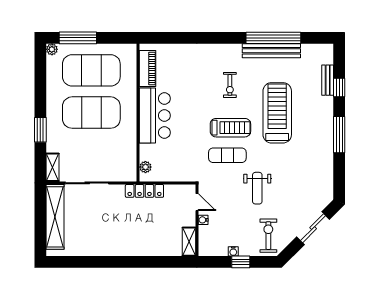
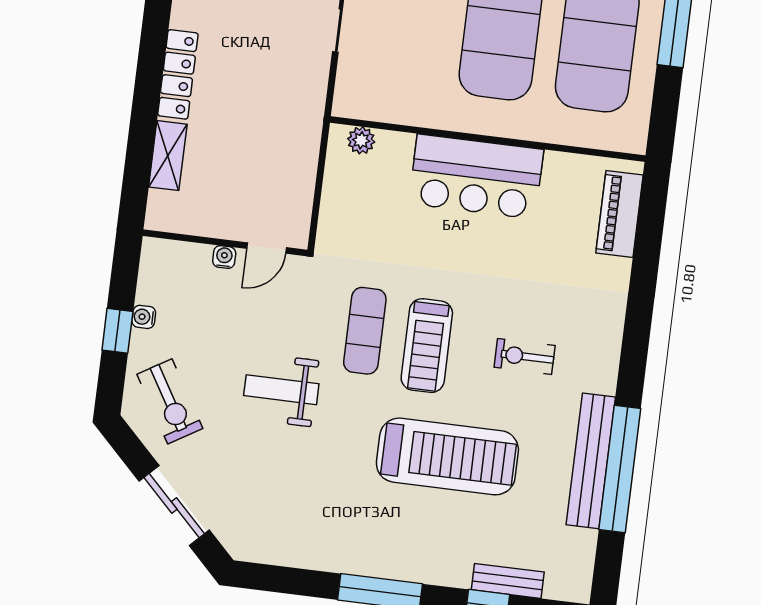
piano: (148, 69) -> (619, 214), moved, turned 90
locker: (144, 191) -> (178, 74), moved, turned 180
exercise bike: (268, 236) -> (170, 401), turned 59
shelving: (189, 242) -> (168, 156), moved, turned 90

